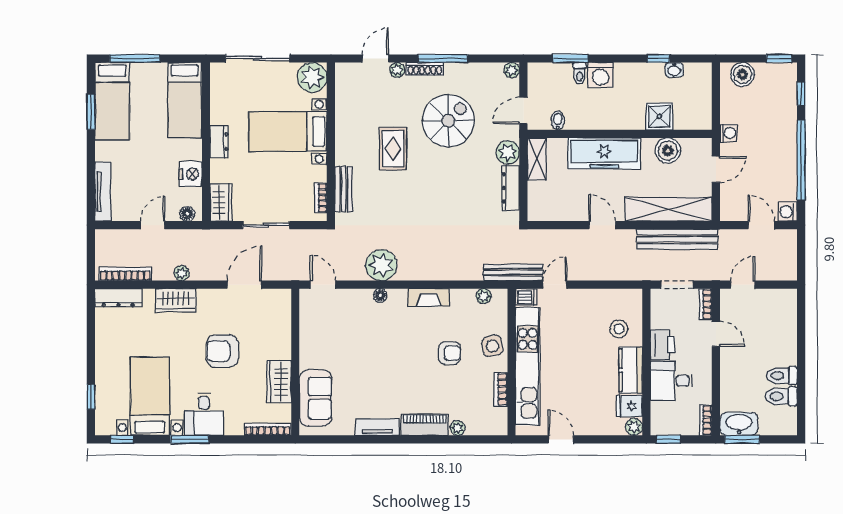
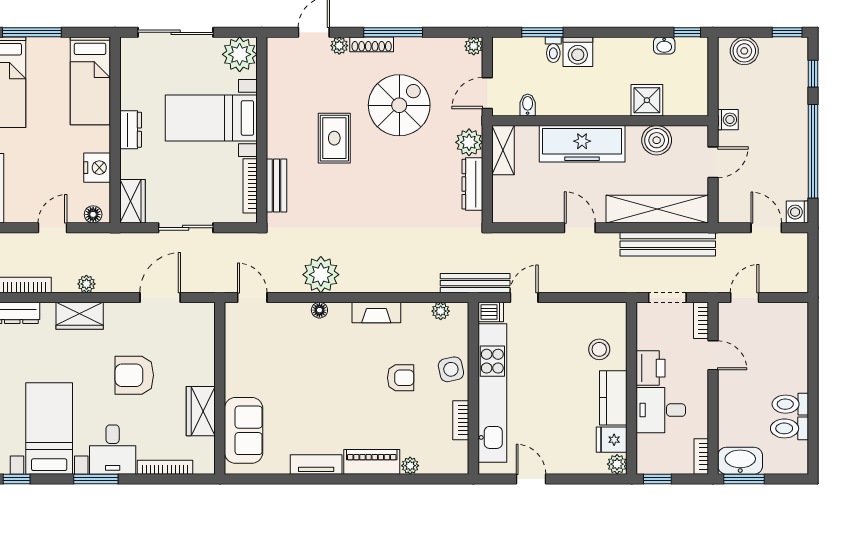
window: (658, 59) -> (687, 32), moved
bookcase: (321, 198) -> (250, 186), width x1.56
bookcase: (268, 429) -> (165, 467), moved

